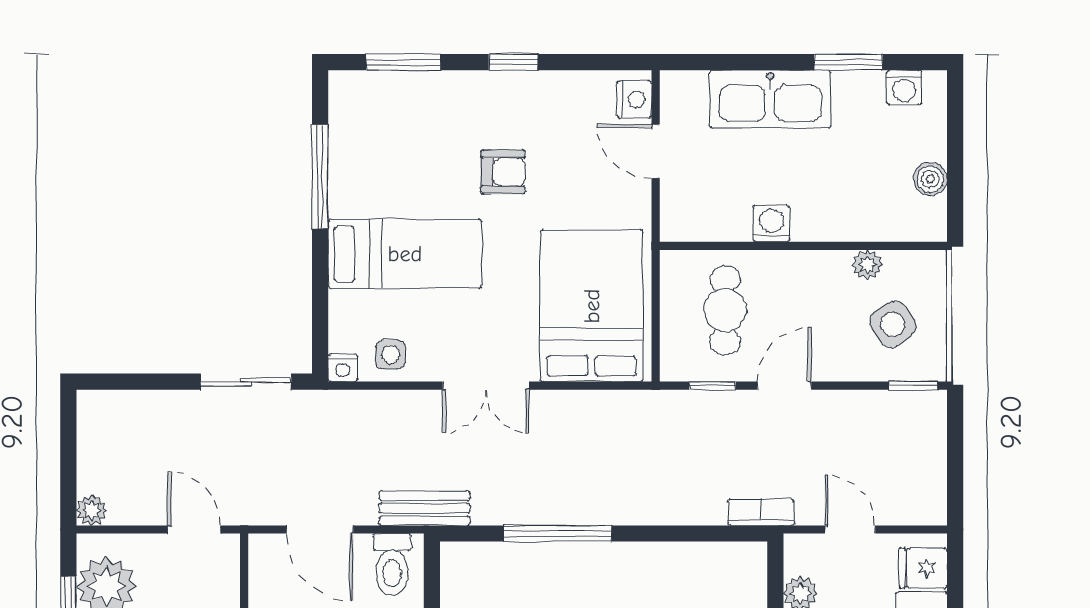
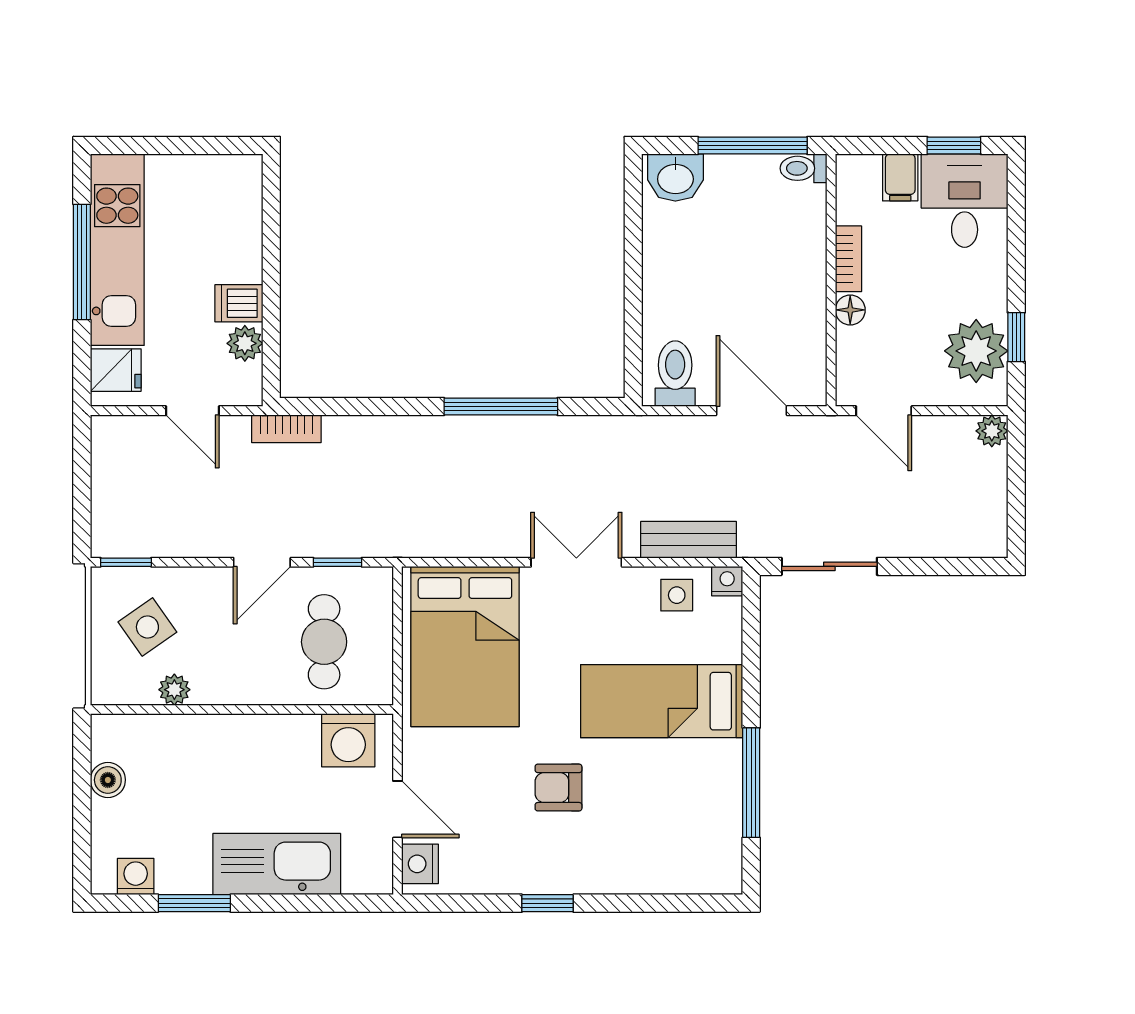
window: (403, 62) -> (663, 903), removed
washing machine: (771, 224) -> (348, 740), moved, width x1.38, depth x1.38
bench: (424, 508) -> (689, 540), moved

